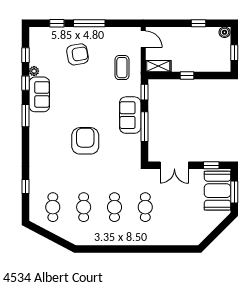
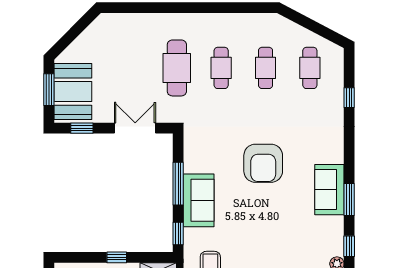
sofa: (39, 94) -> (329, 190), moved
cafe table: (145, 207) -> (177, 68), width x1.37, depth x1.35

